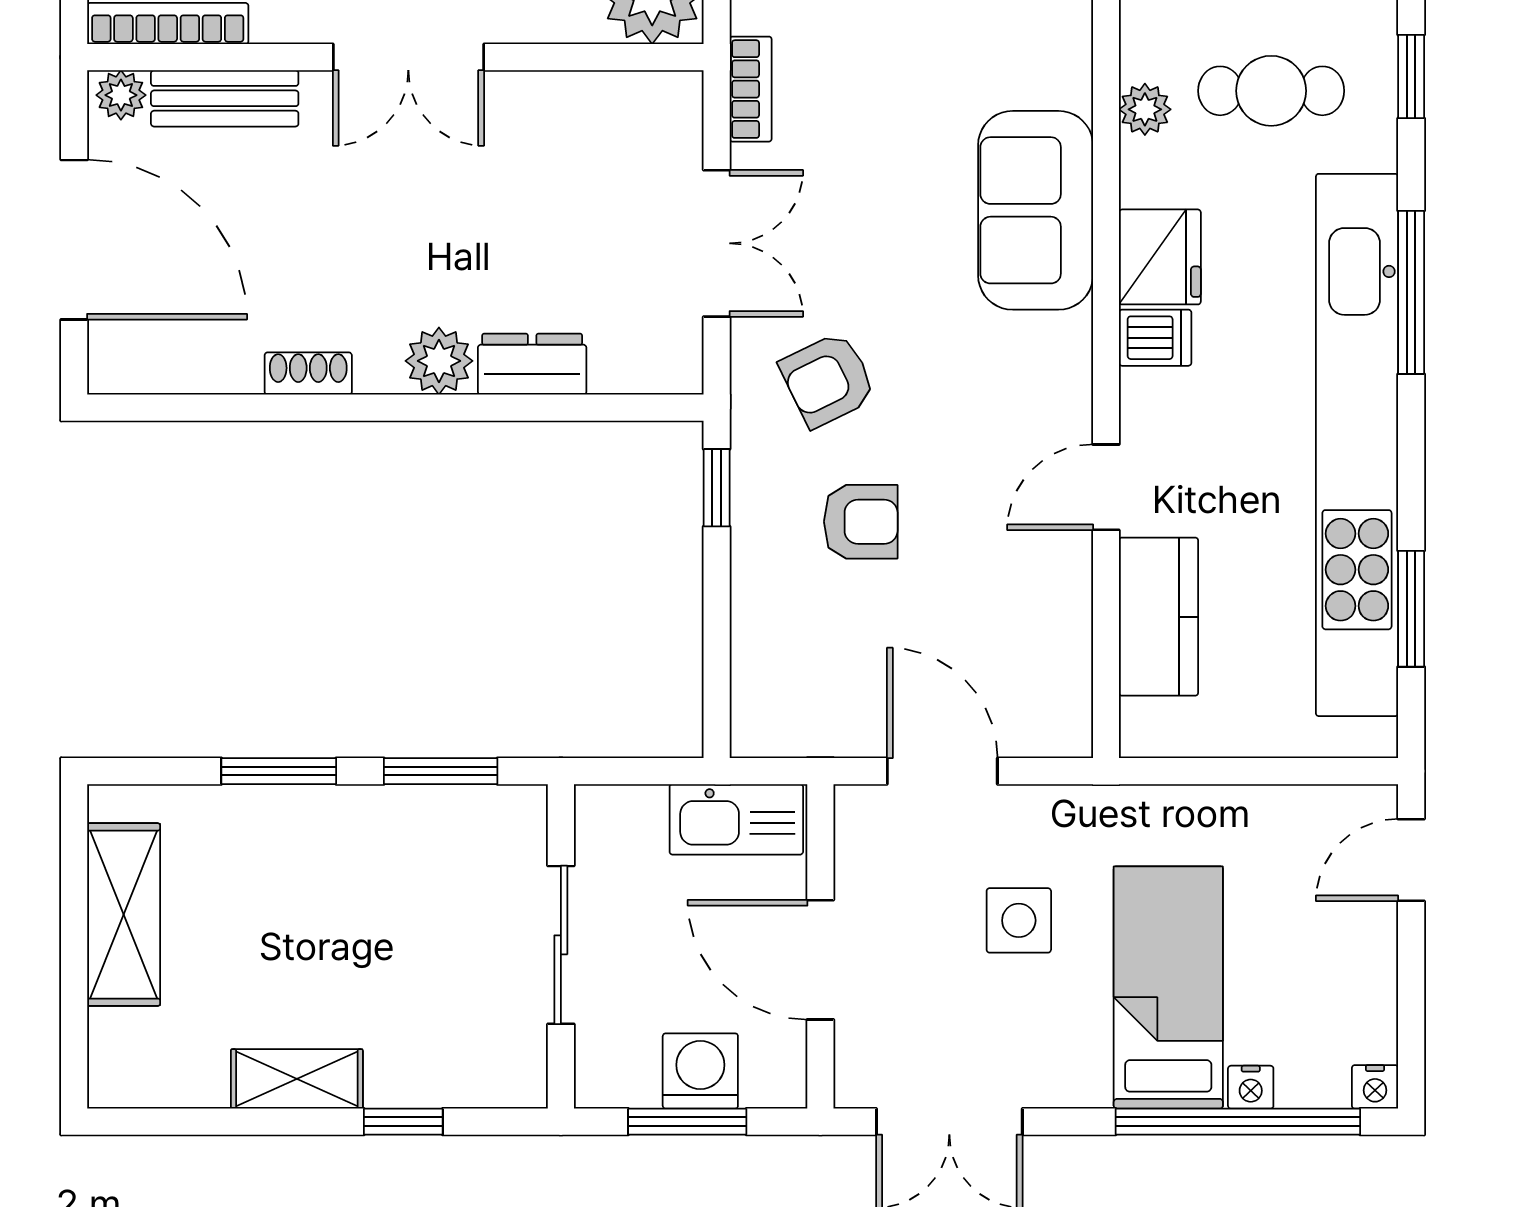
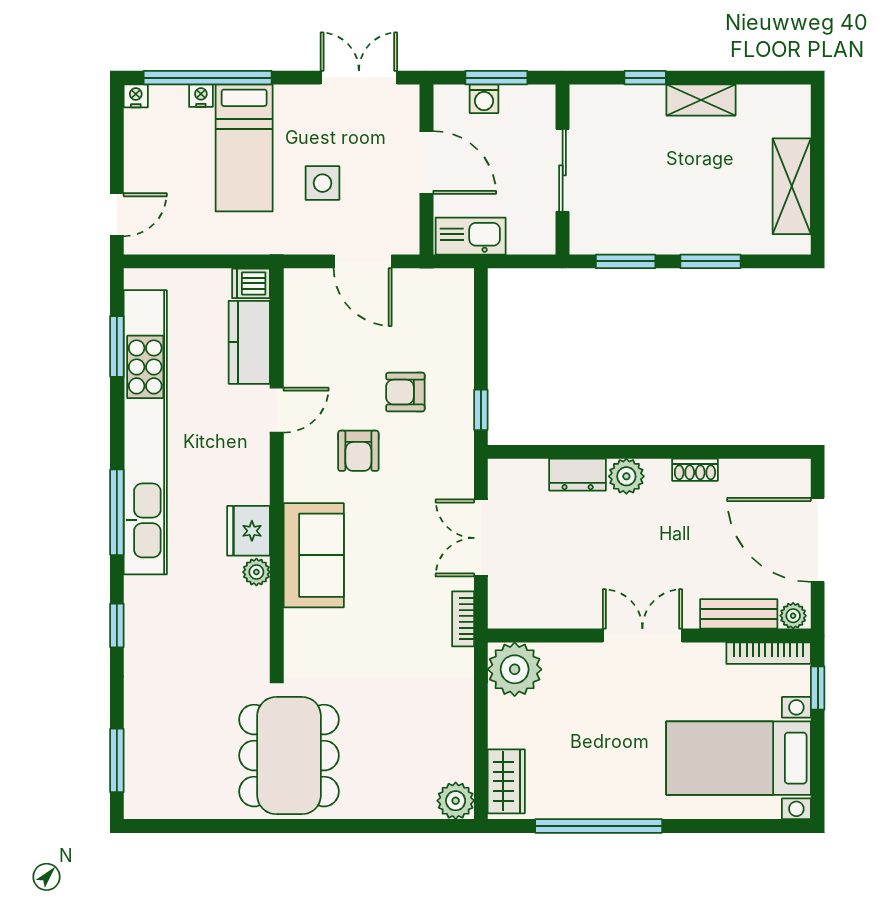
cafe table: (1271, 91) -> (190, 618), removed
plant: (1145, 109) -> (256, 572), moved
dishwasher: (1155, 338) -> (251, 283), moved
armchair: (828, 380) -> (358, 451), moved, turned 116
washing machine: (700, 1071) -> (484, 99), width x0.73, depth x0.73

